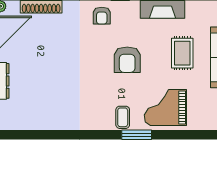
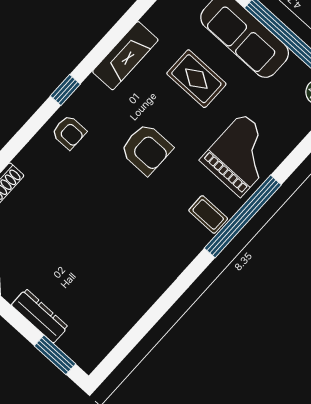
grand piano: (165, 108) -> (241, 155), turned 180
window: (137, 135) -> (243, 216), width x2.11

